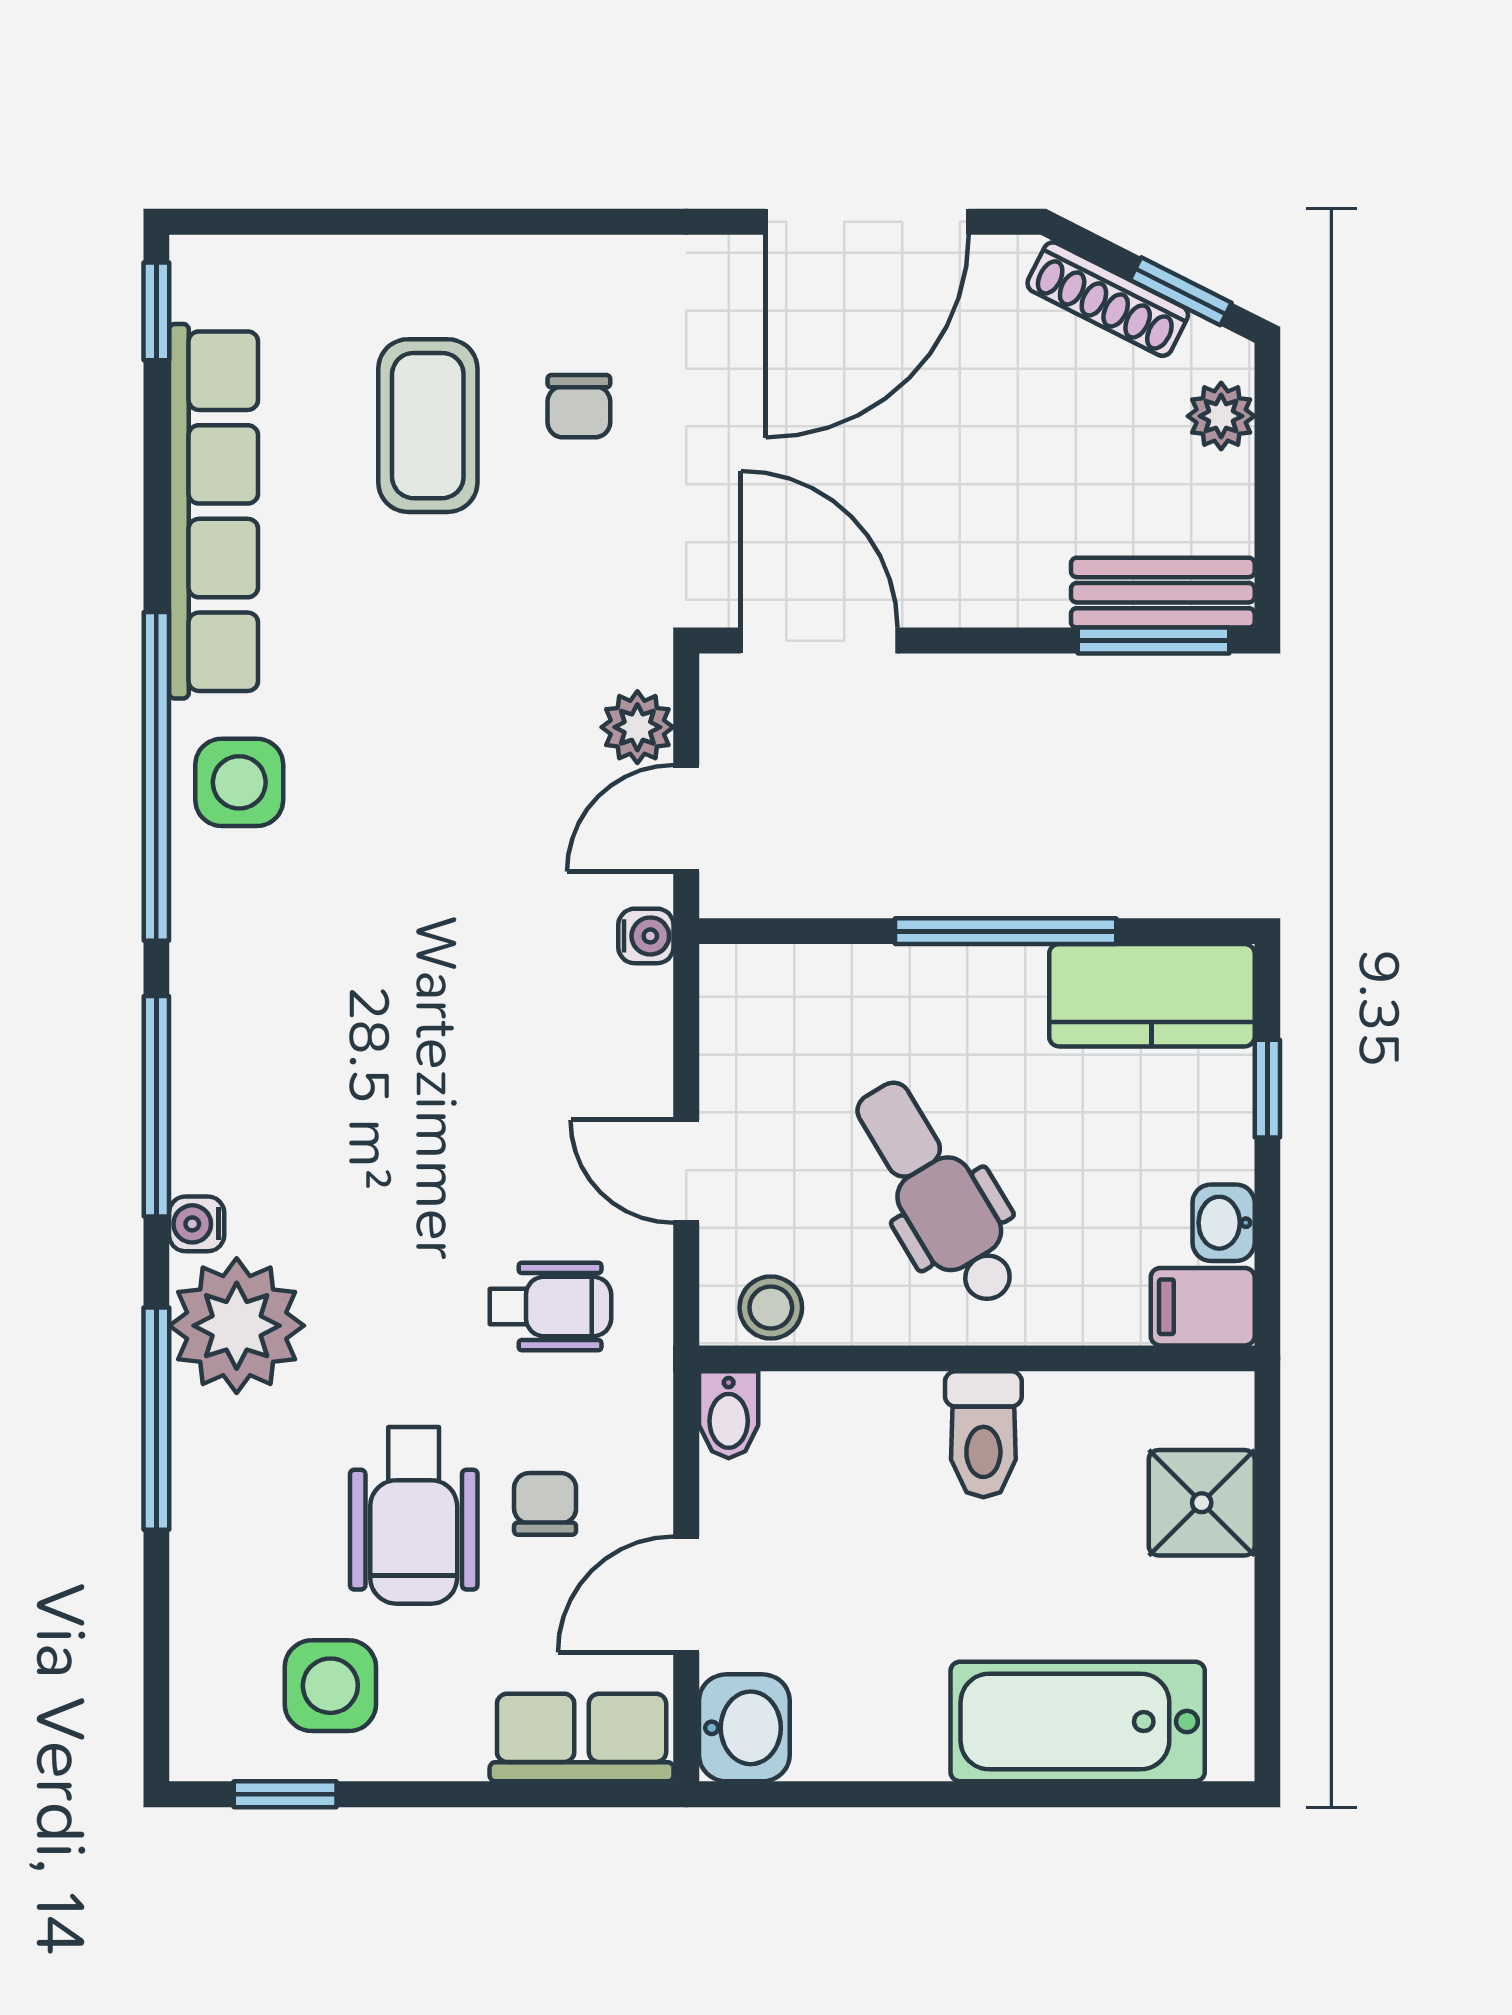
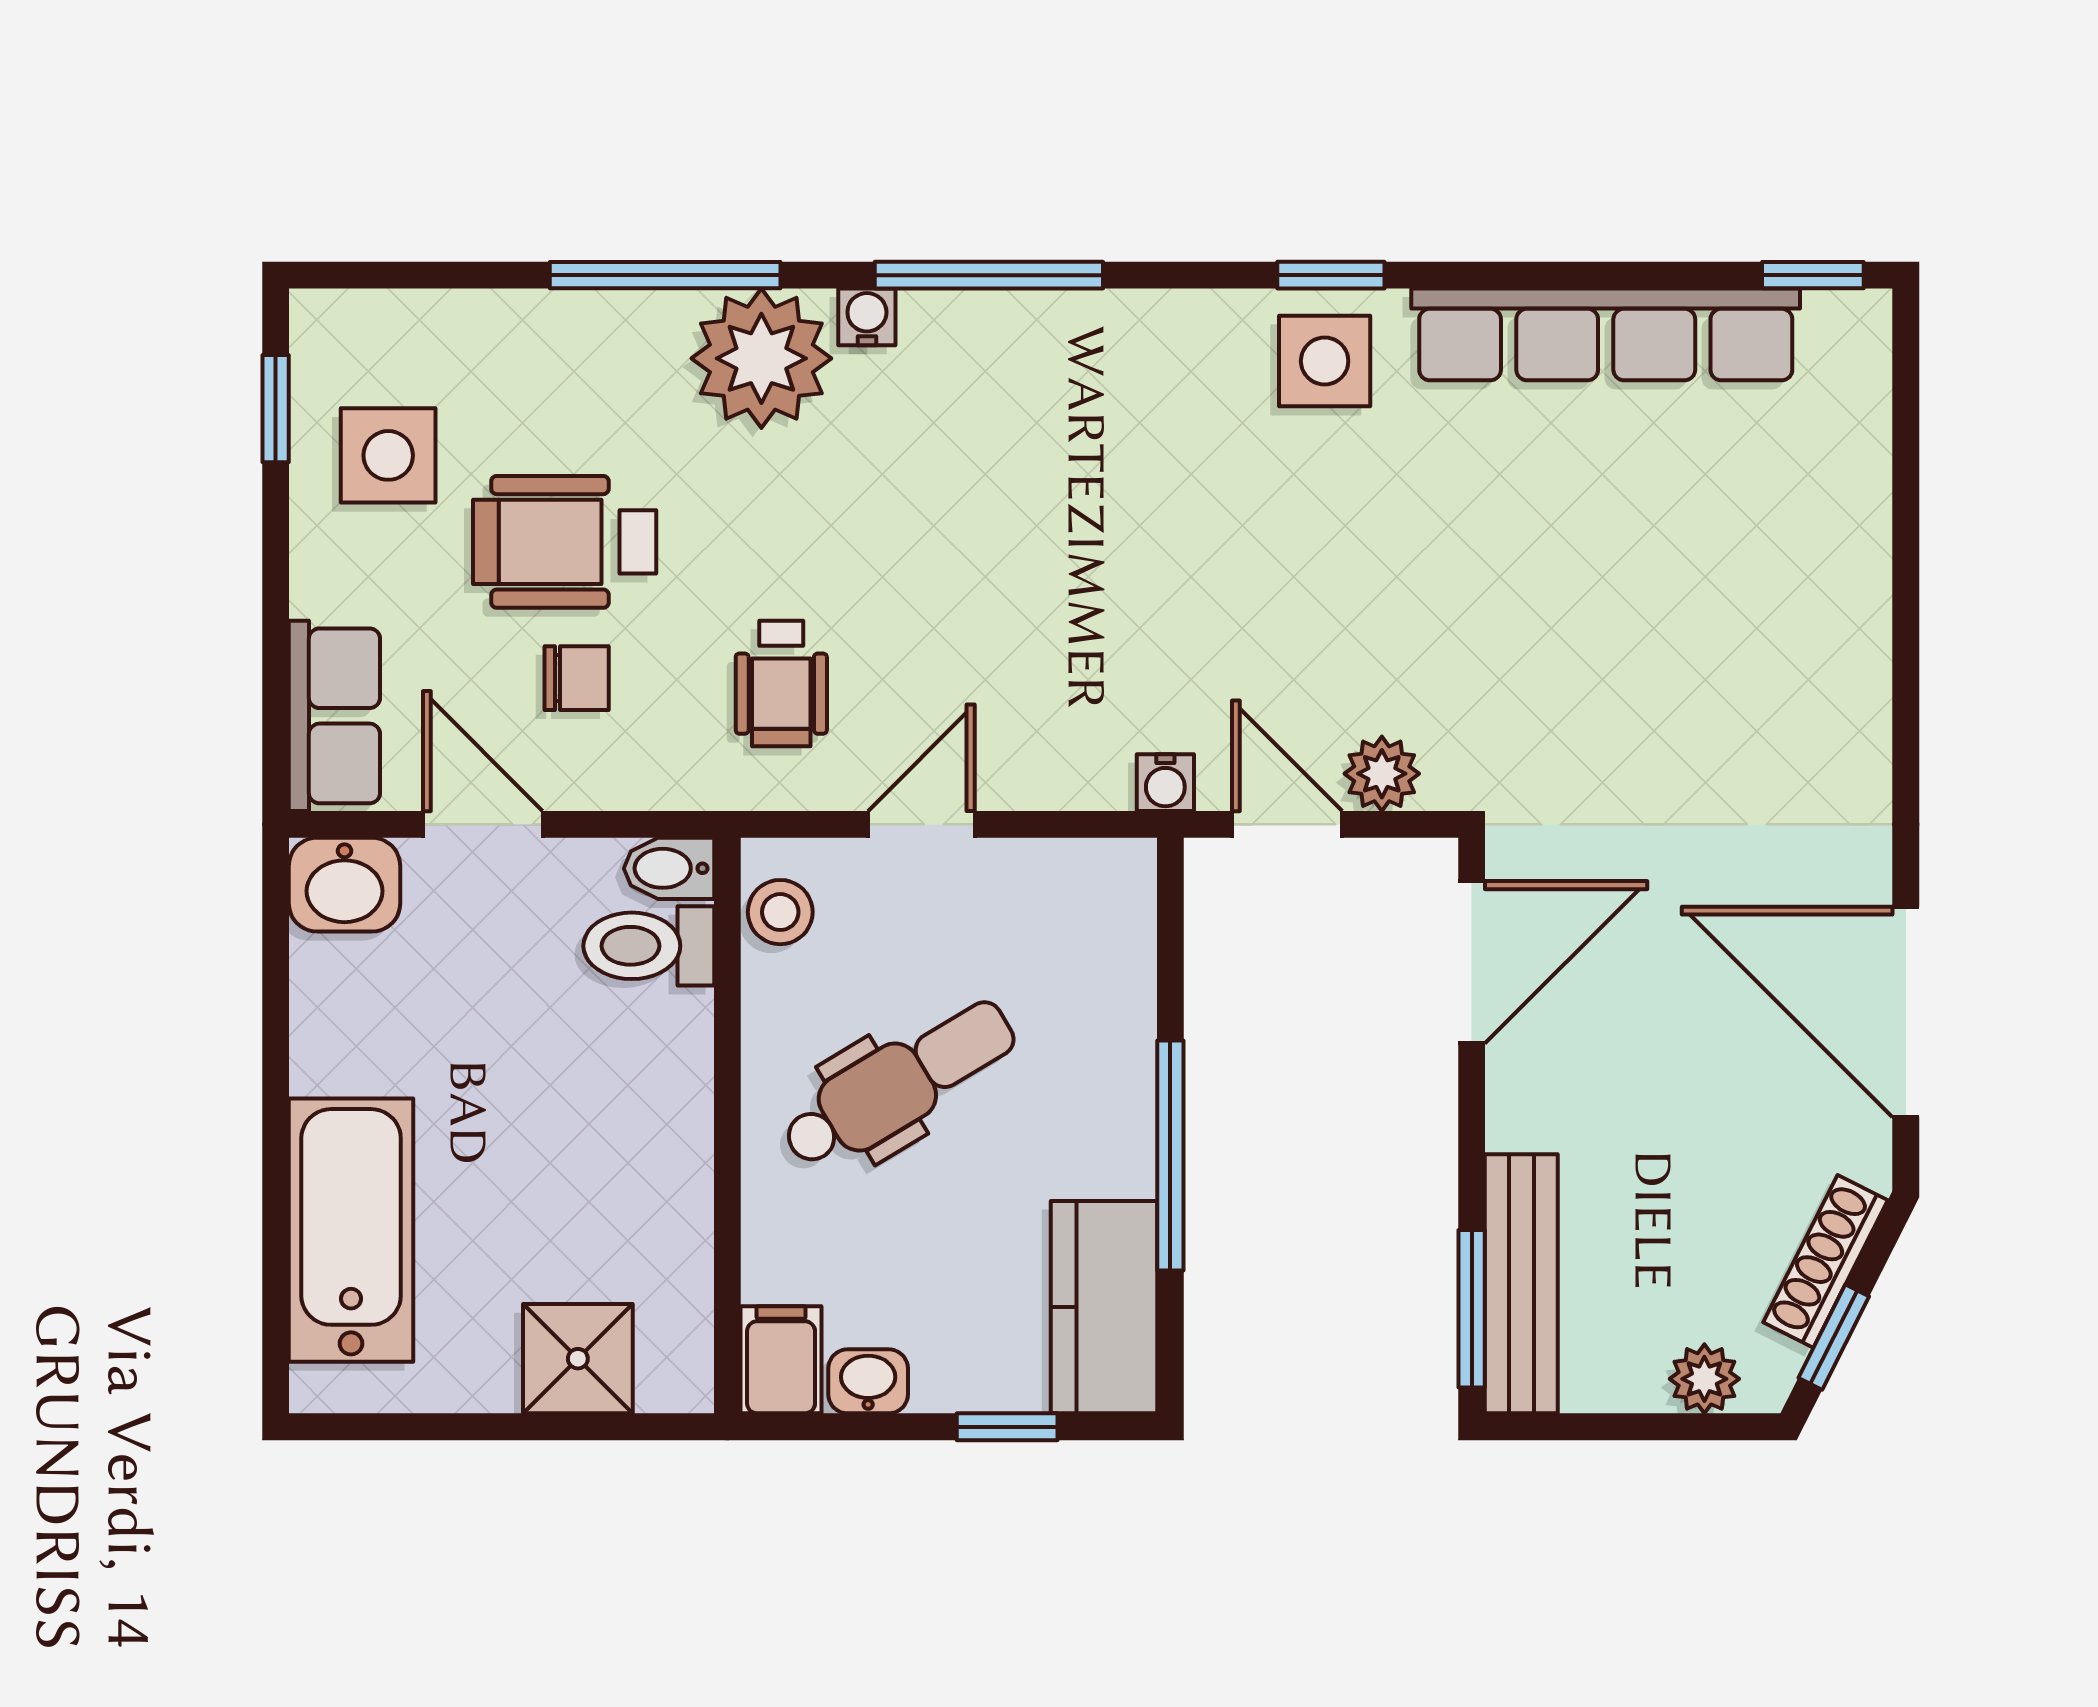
chair: (579, 406) -> (1715, 713), removed
coffee table: (428, 426) -> (1694, 556), removed
bench: (1163, 593) -> (1521, 1284), width x1.36
window: (156, 776) -> (1331, 275), width x0.32
toilet: (983, 1434) -> (649, 946), moved

